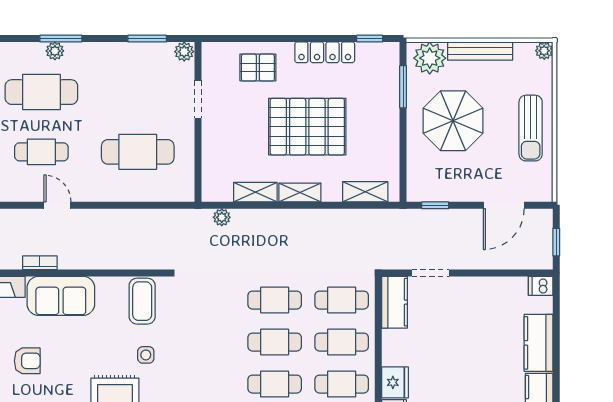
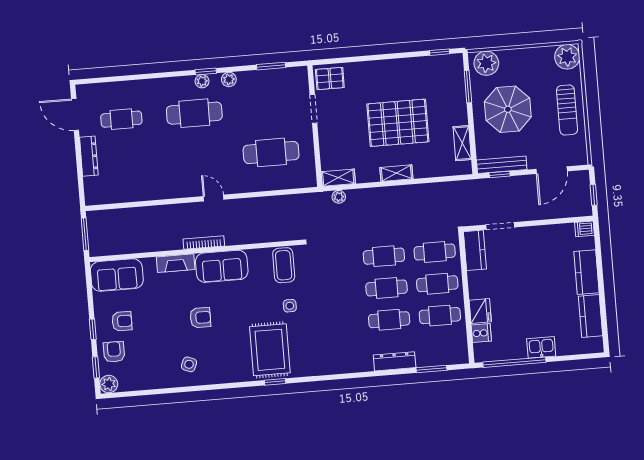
window: (61, 39) -> (206, 71), width x0.67
bench: (480, 51) -> (502, 165), moved
plant: (544, 51) -> (567, 57), width x1.88, depth x1.88
plant: (184, 52) -> (229, 79), moved
locker: (325, 52) -> (406, 65), removed
pallet: (258, 67) -> (330, 78), moved
cafe table: (41, 152) -> (198, 158), removed
shelving: (255, 192) -> (338, 178), moved
shelving: (365, 192) -> (462, 143), moved, turned 90
bookcase: (40, 263) -> (204, 242), width x1.56

